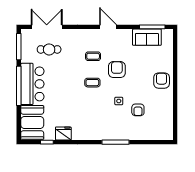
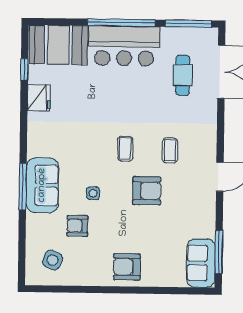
sofa: (147, 37) -> (201, 263), moved
armchair: (162, 81) -> (127, 267), turned 180
side table: (158, 124) -> (53, 260), added
sofa: (115, 131) -> (42, 185), added

